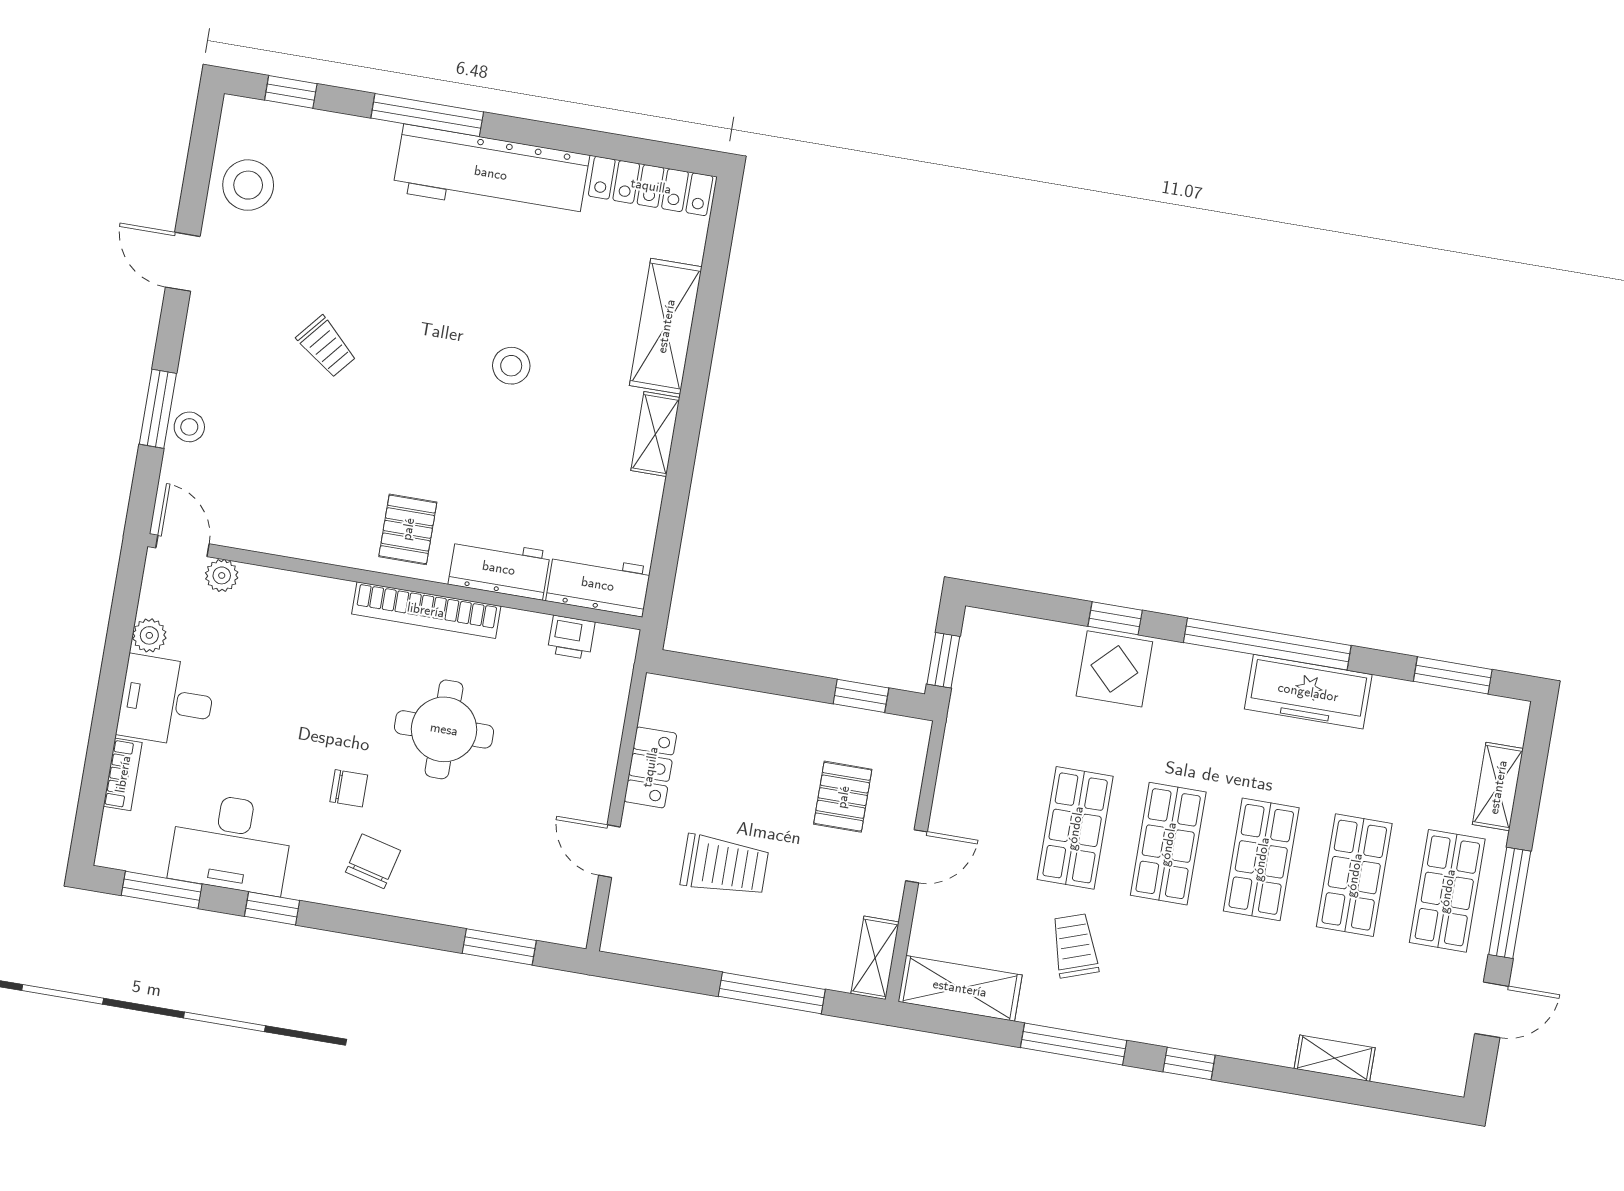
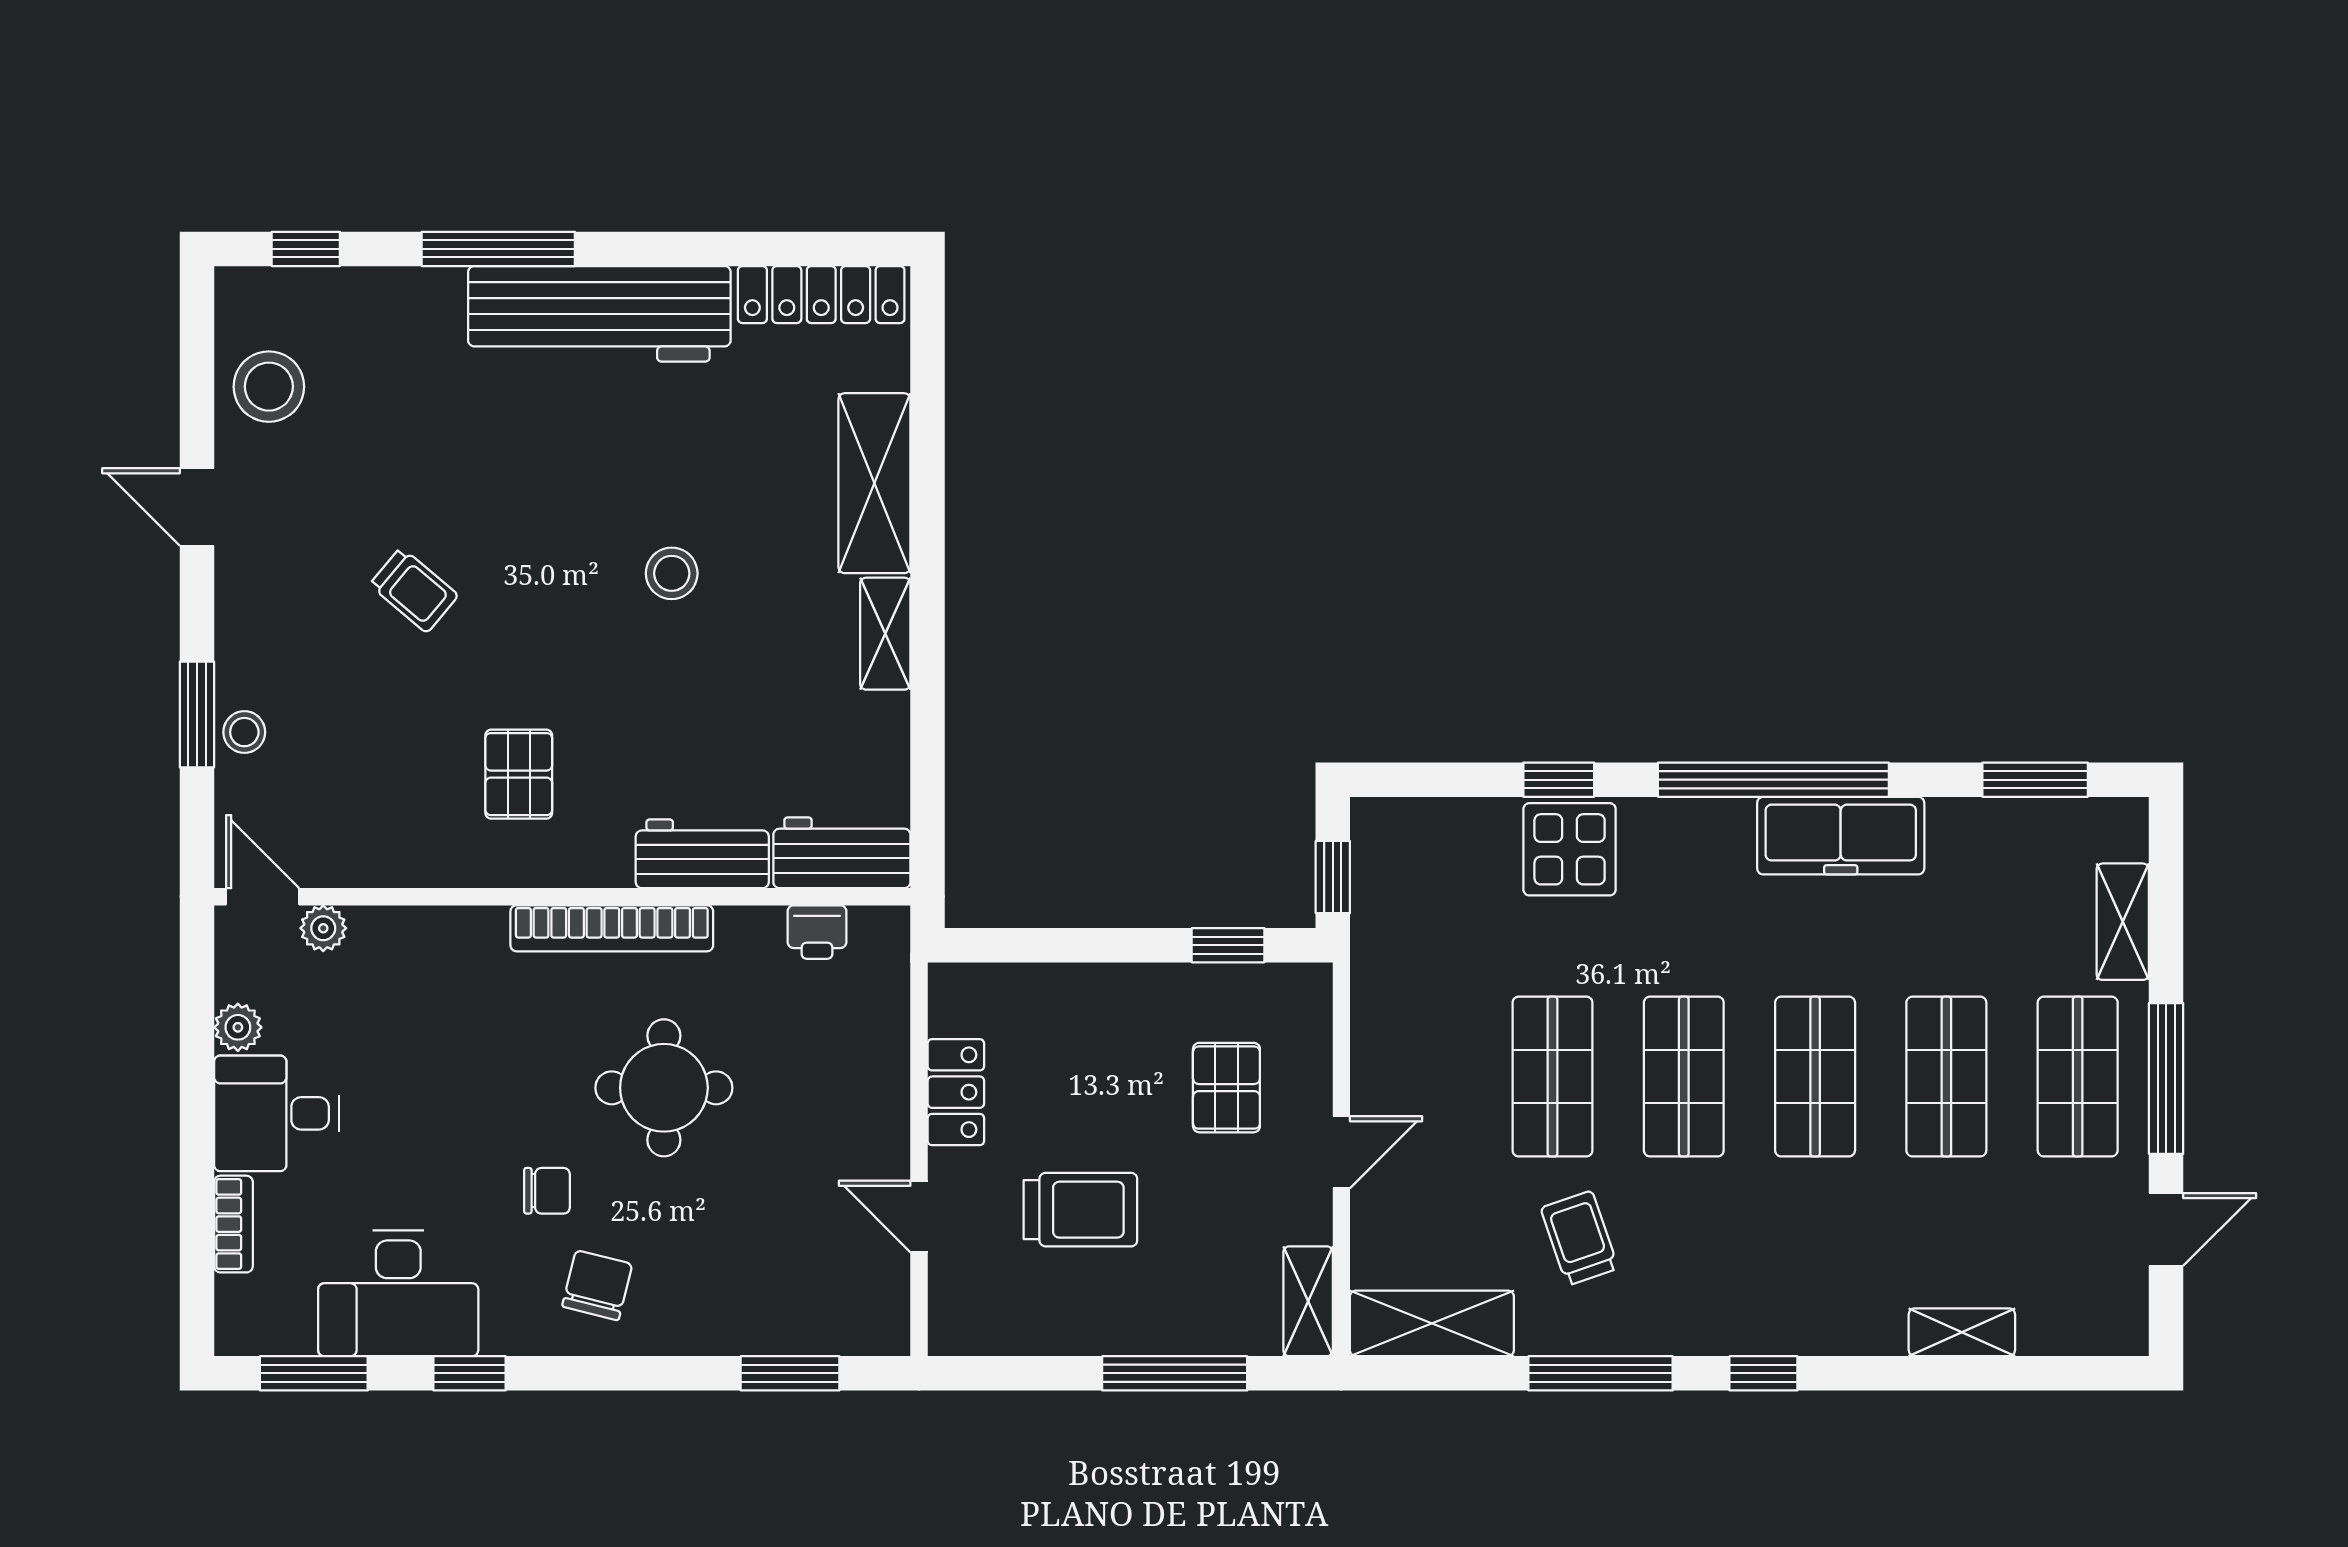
pallet: (408, 529) -> (519, 774), moved

